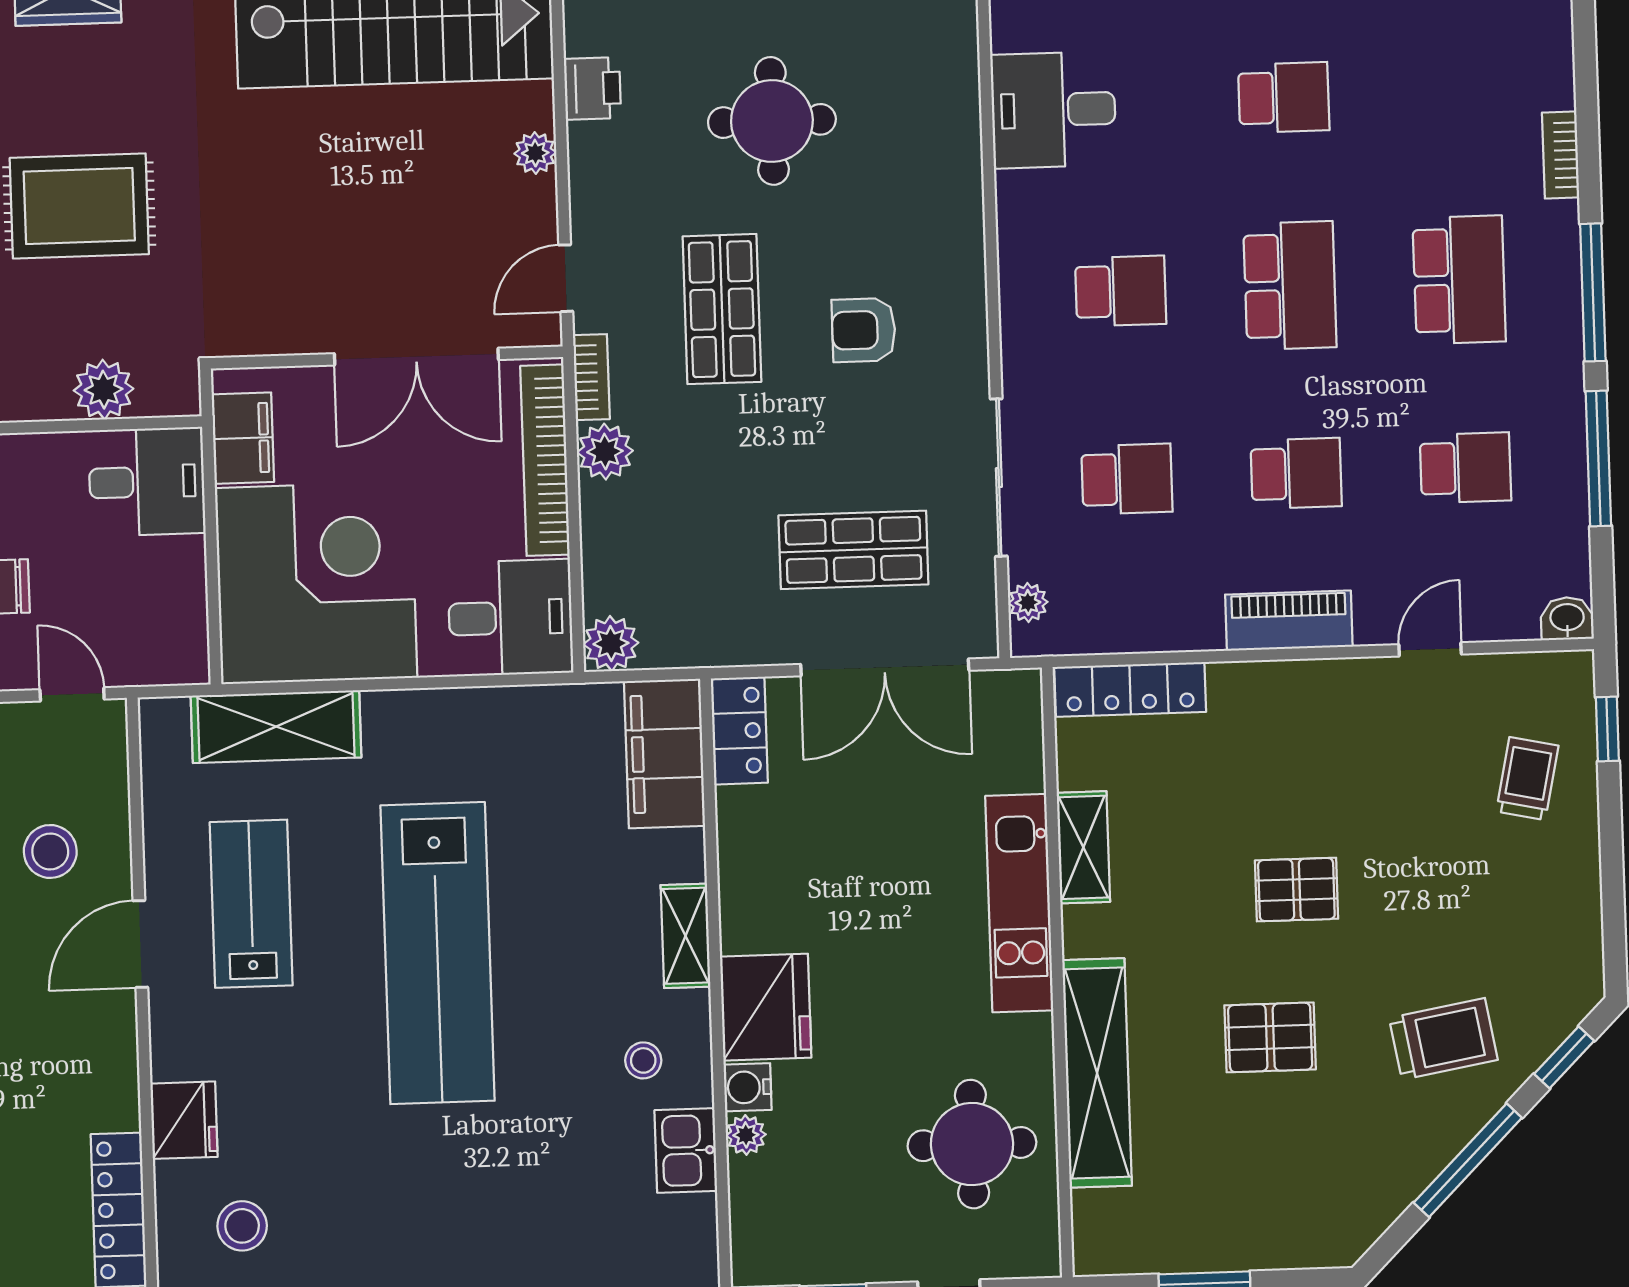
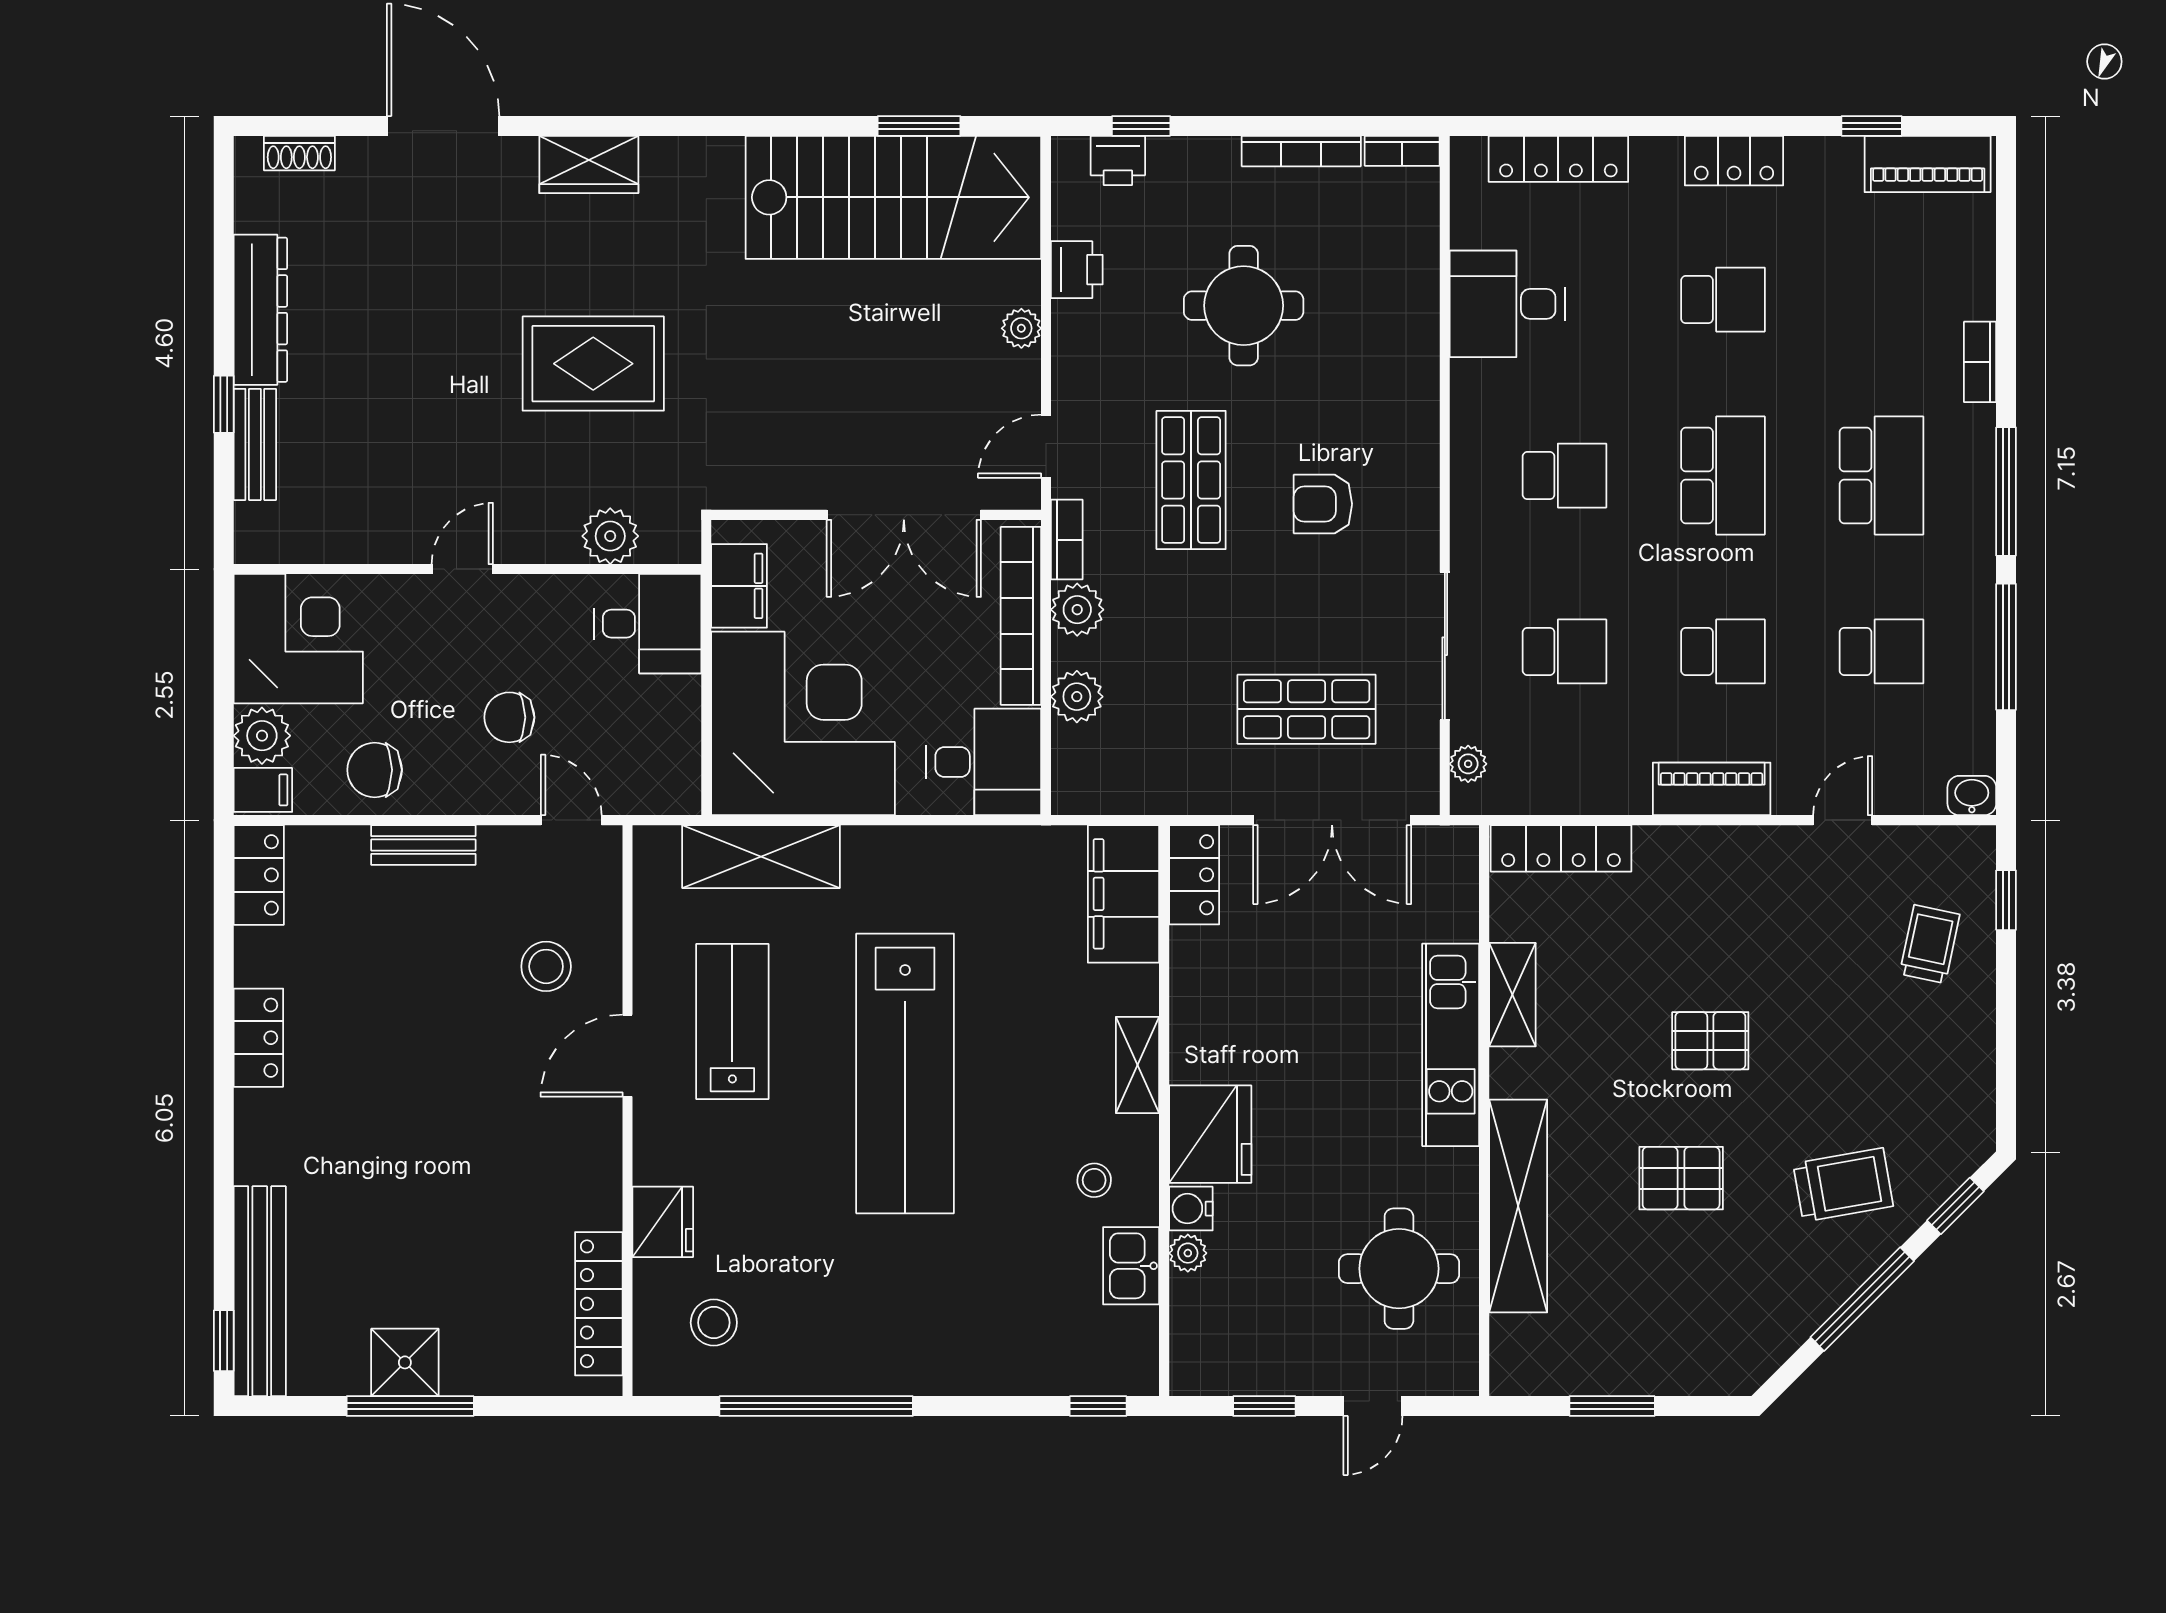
plant: (611, 643) -> (1077, 697), moved

